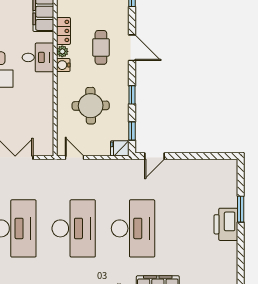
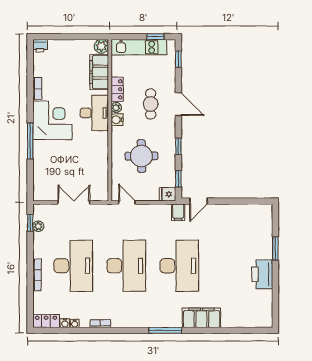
desk: (38, 57) -> (94, 113), width x1.37
filing cabinet: (132, 169) -> (178, 212), added
printer: (226, 224) -> (262, 274), moved

